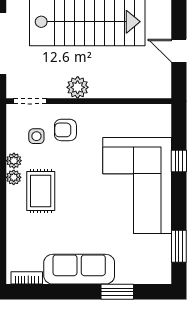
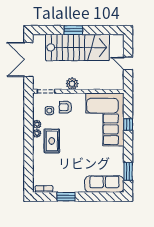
corner sofa: (137, 185) -> (105, 119), moved
sofa: (79, 269) -> (104, 184), moved
window: (117, 292) -> (66, 197), moved

